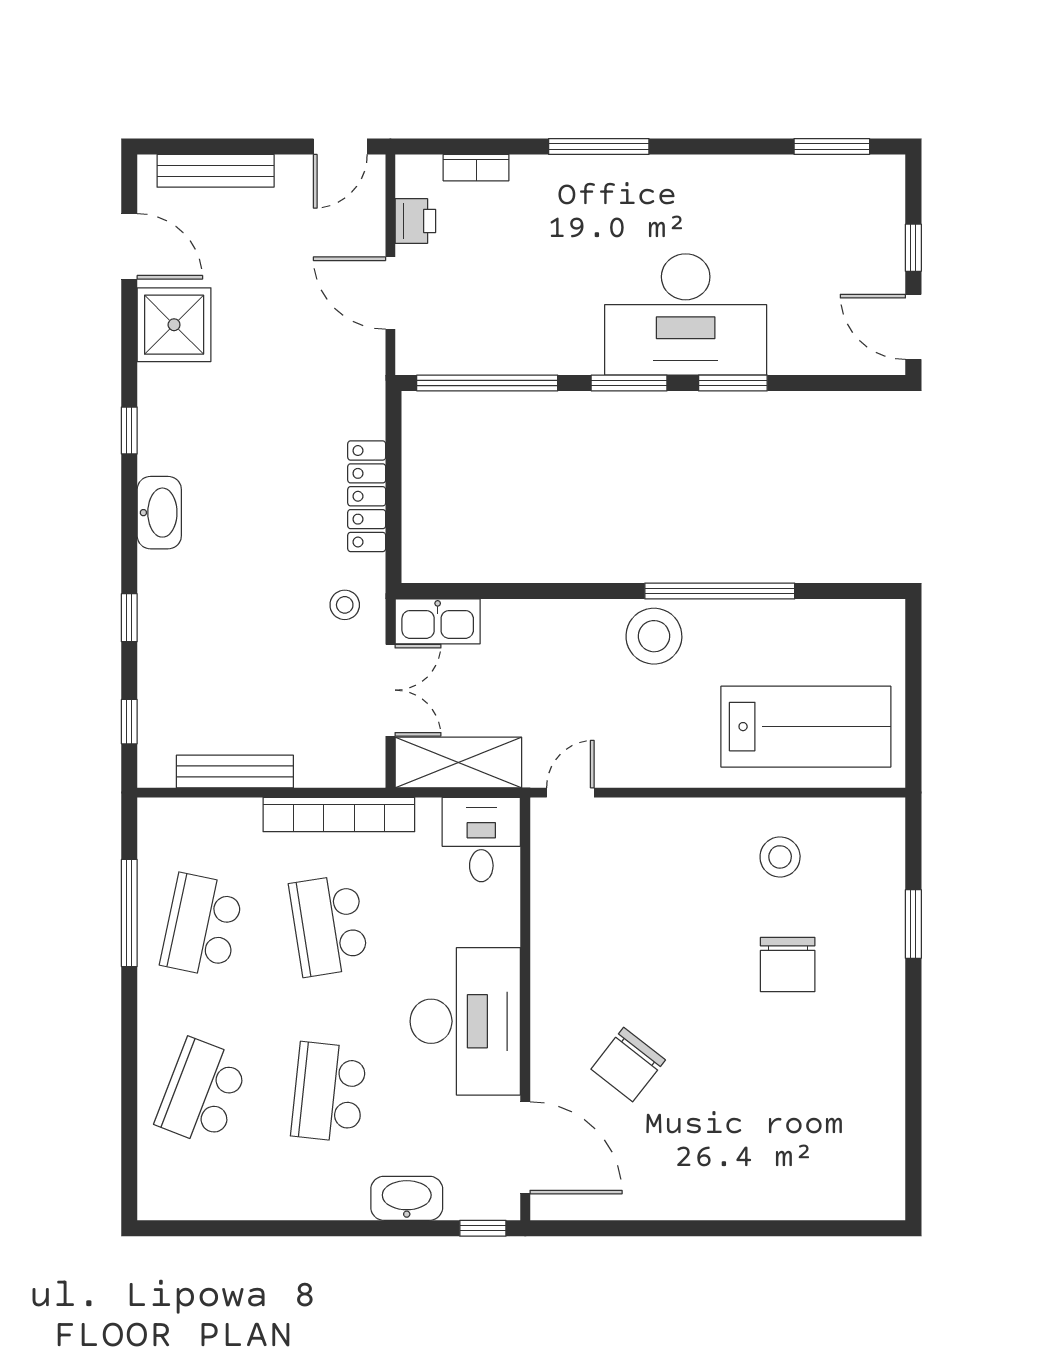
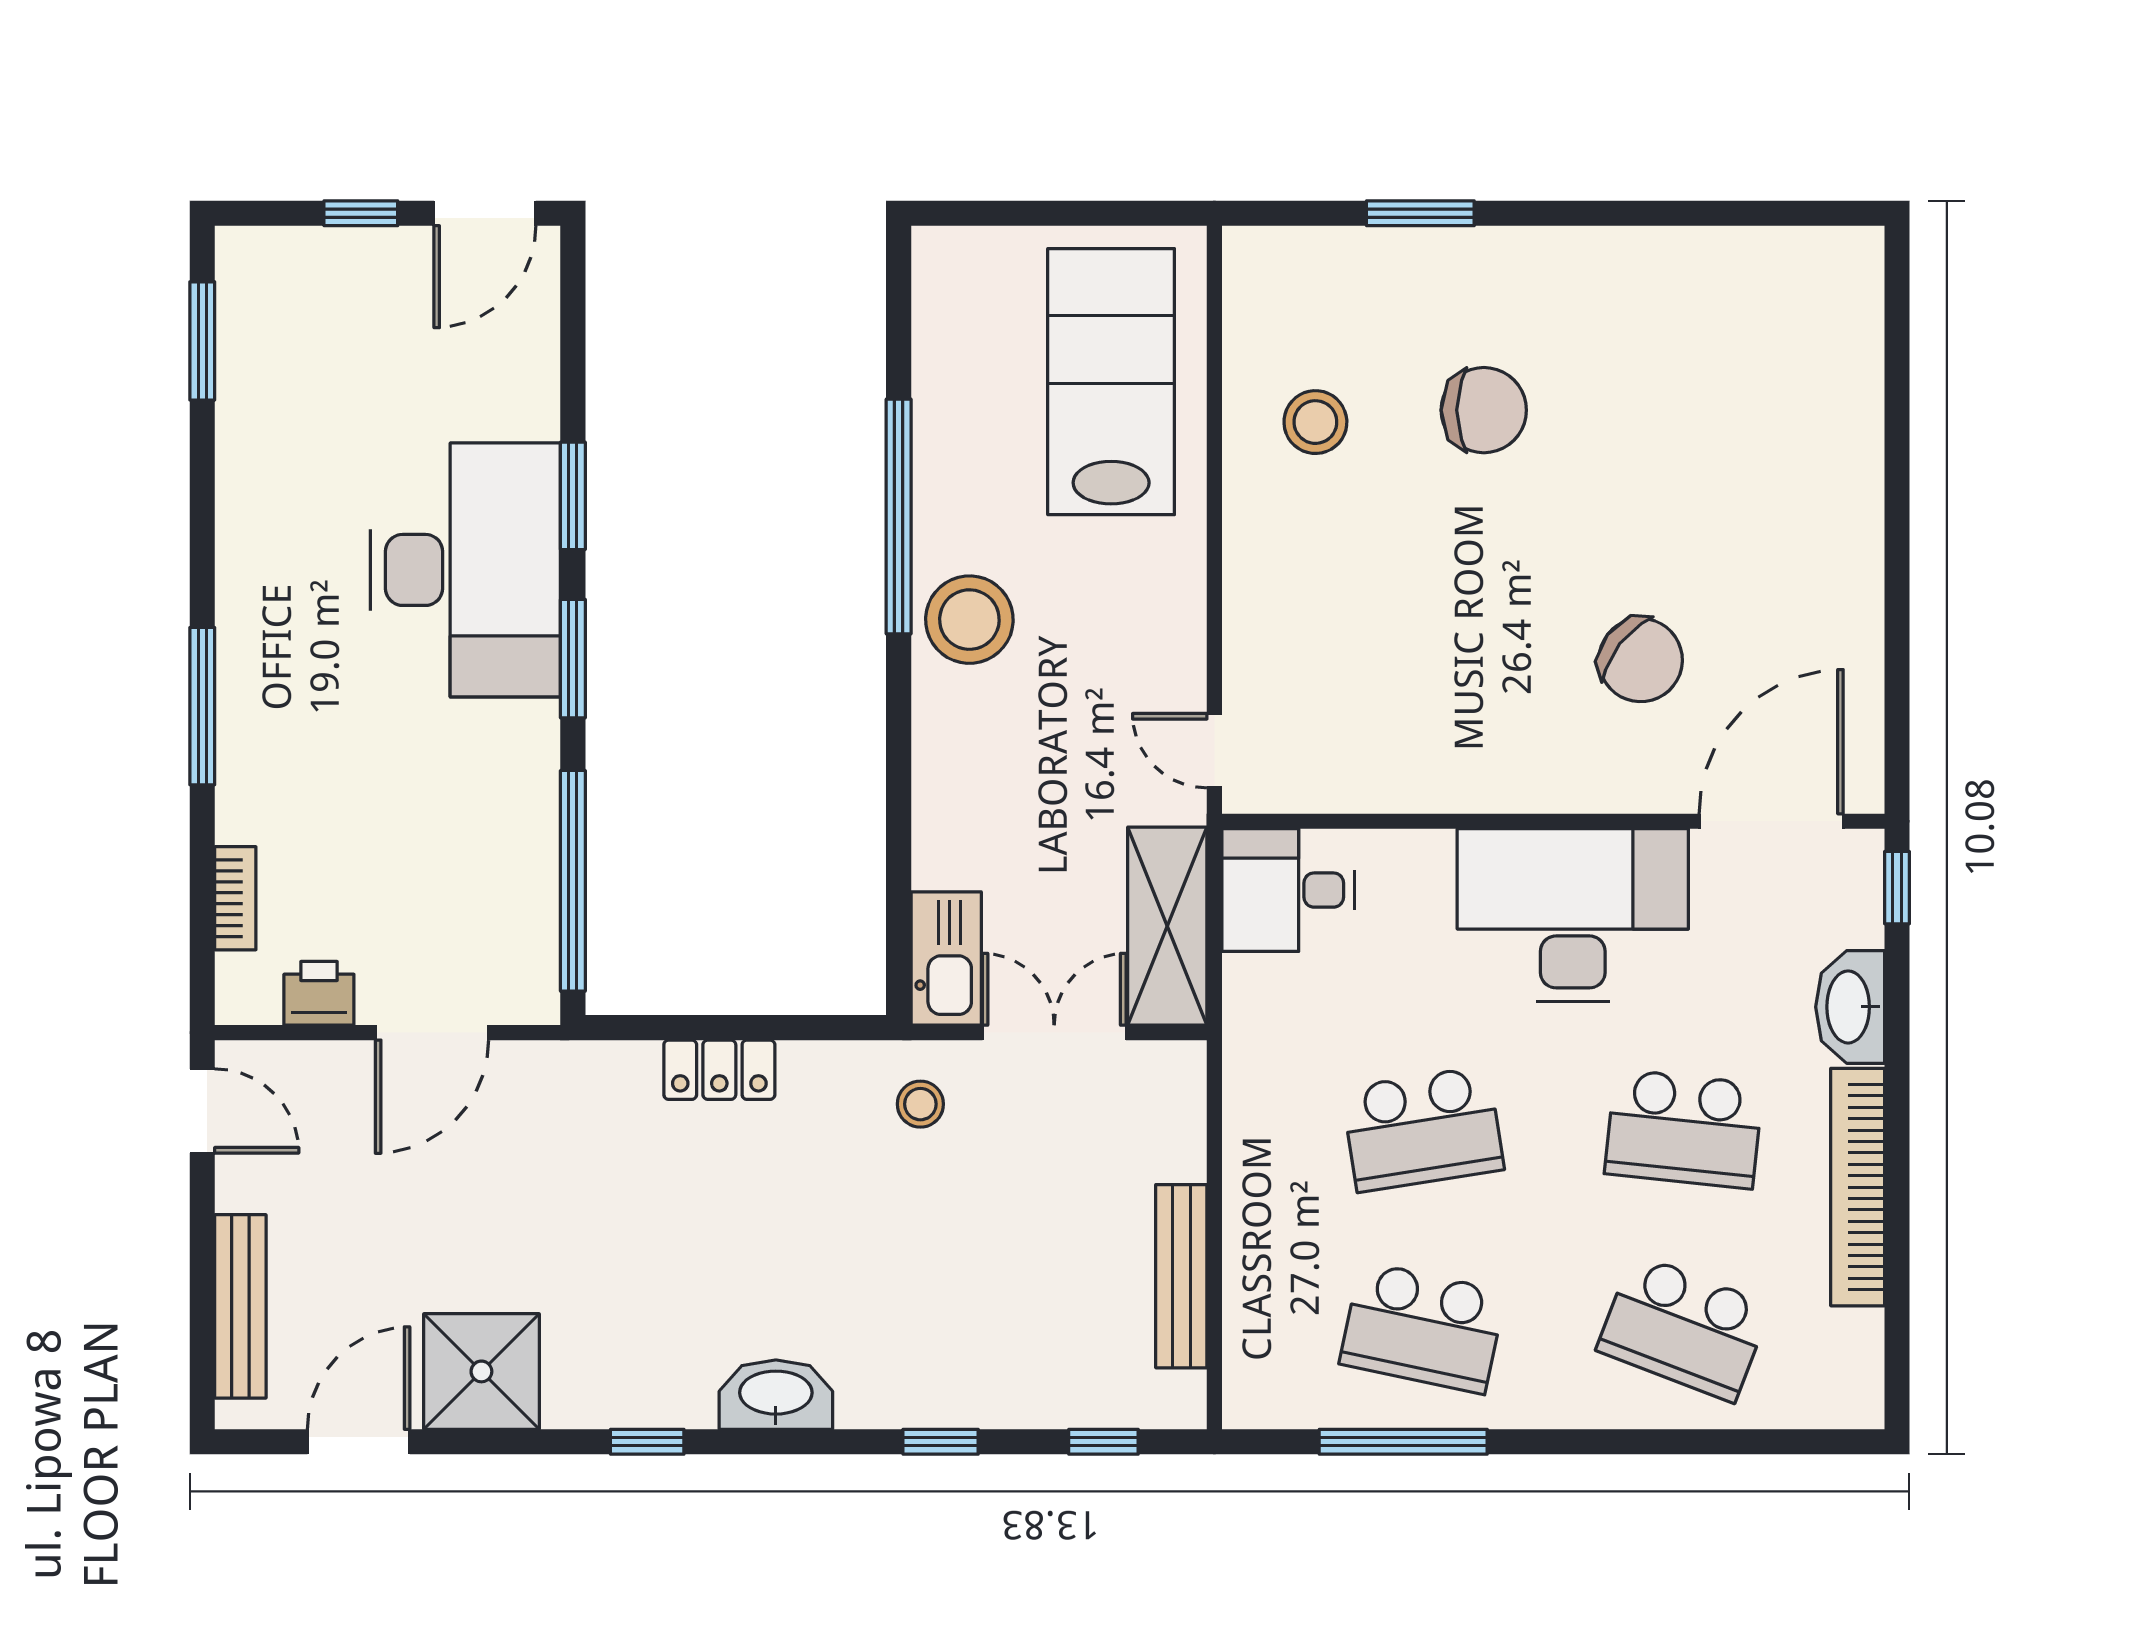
locker: (367, 496) -> (719, 1070), width x0.66
bookcase: (339, 815) -> (1858, 1187), moved, turned 180

